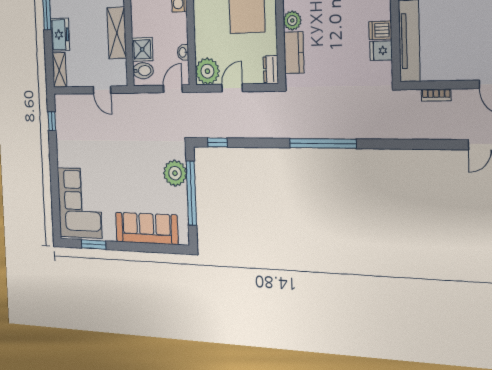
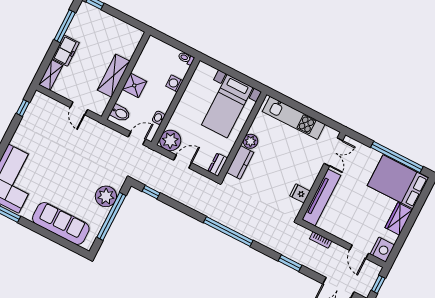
dishwasher: (380, 30) -> (306, 181), removed
shower: (142, 49) -> (134, 85), moved
window: (414, 144) -> (290, 263), added

